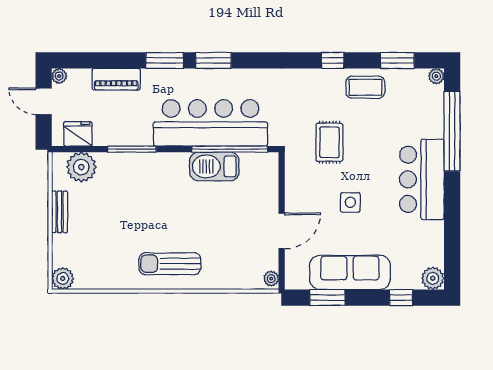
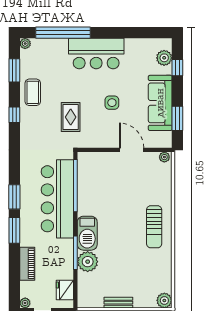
rug: (329, 142) -> (71, 117), turned 90
barbecue: (214, 166) -> (87, 233), moved
plant: (81, 167) -> (88, 262), moved
plant: (433, 278) -> (164, 58), moved

